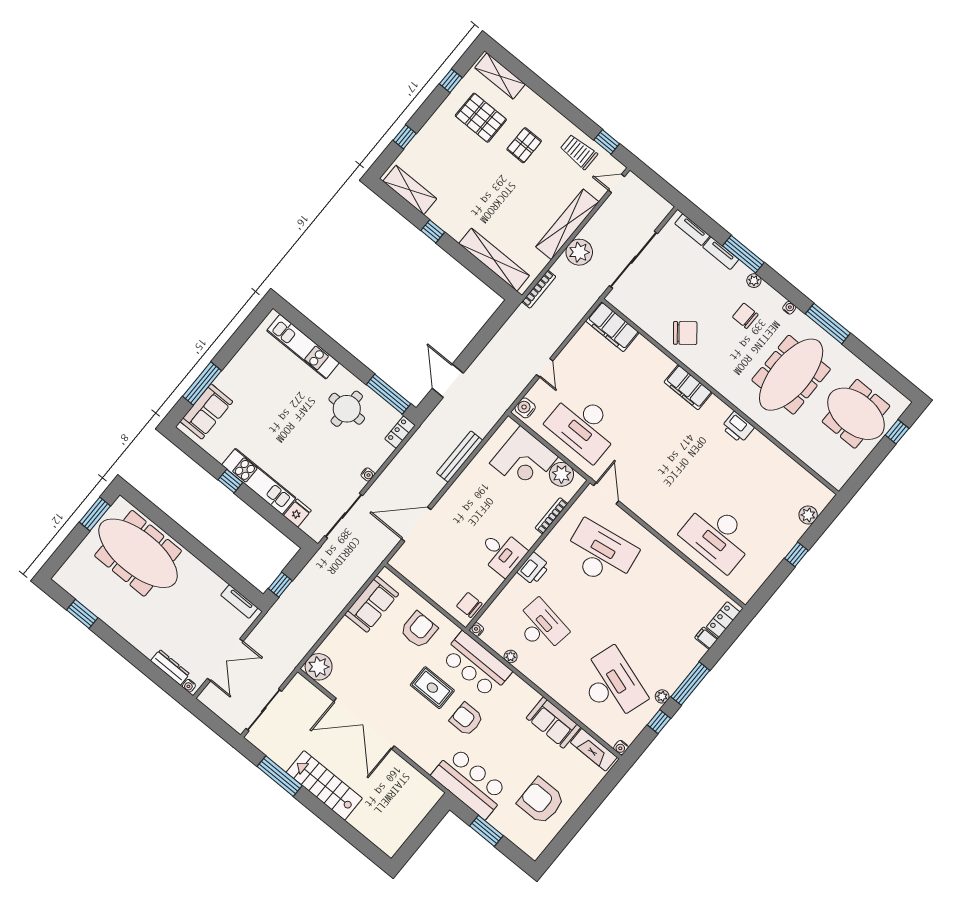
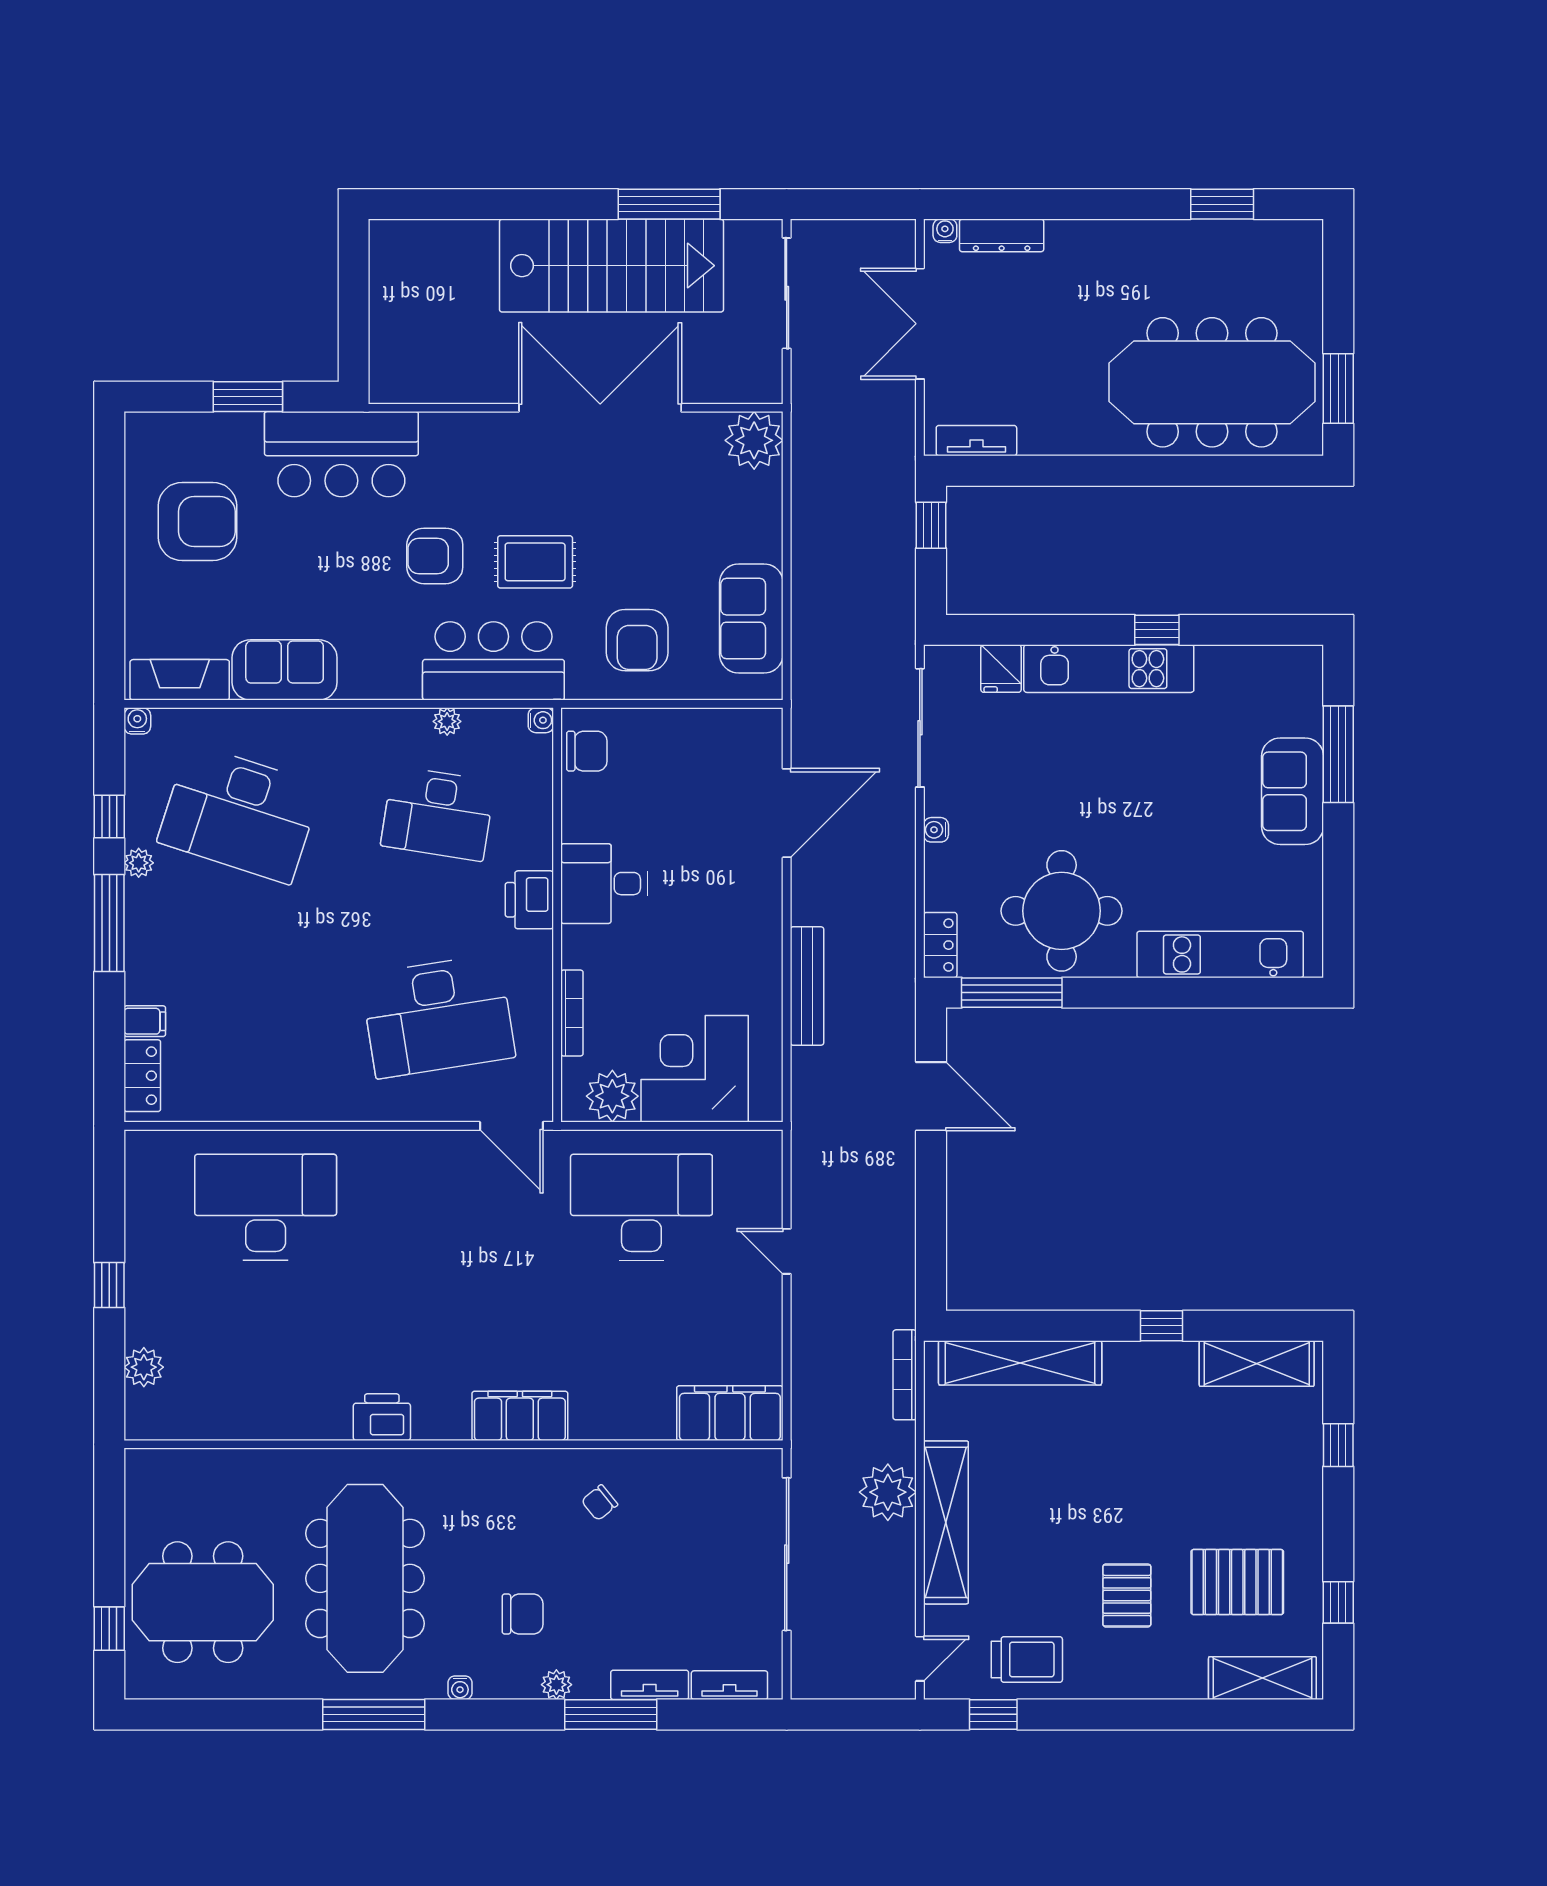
chair: (685, 333) -> (600, 1503), width x0.54, depth x0.54
water cooler: (525, 408) -> (764, 1157), removed
round table: (347, 409) -> (1062, 911), width x1.36, depth x1.36
sofa: (206, 411) -> (1293, 791), moved
armchair: (466, 719) -> (435, 556), turned 180
stairs: (324, 785) -> (611, 266), width x1.36, depth x1.51

